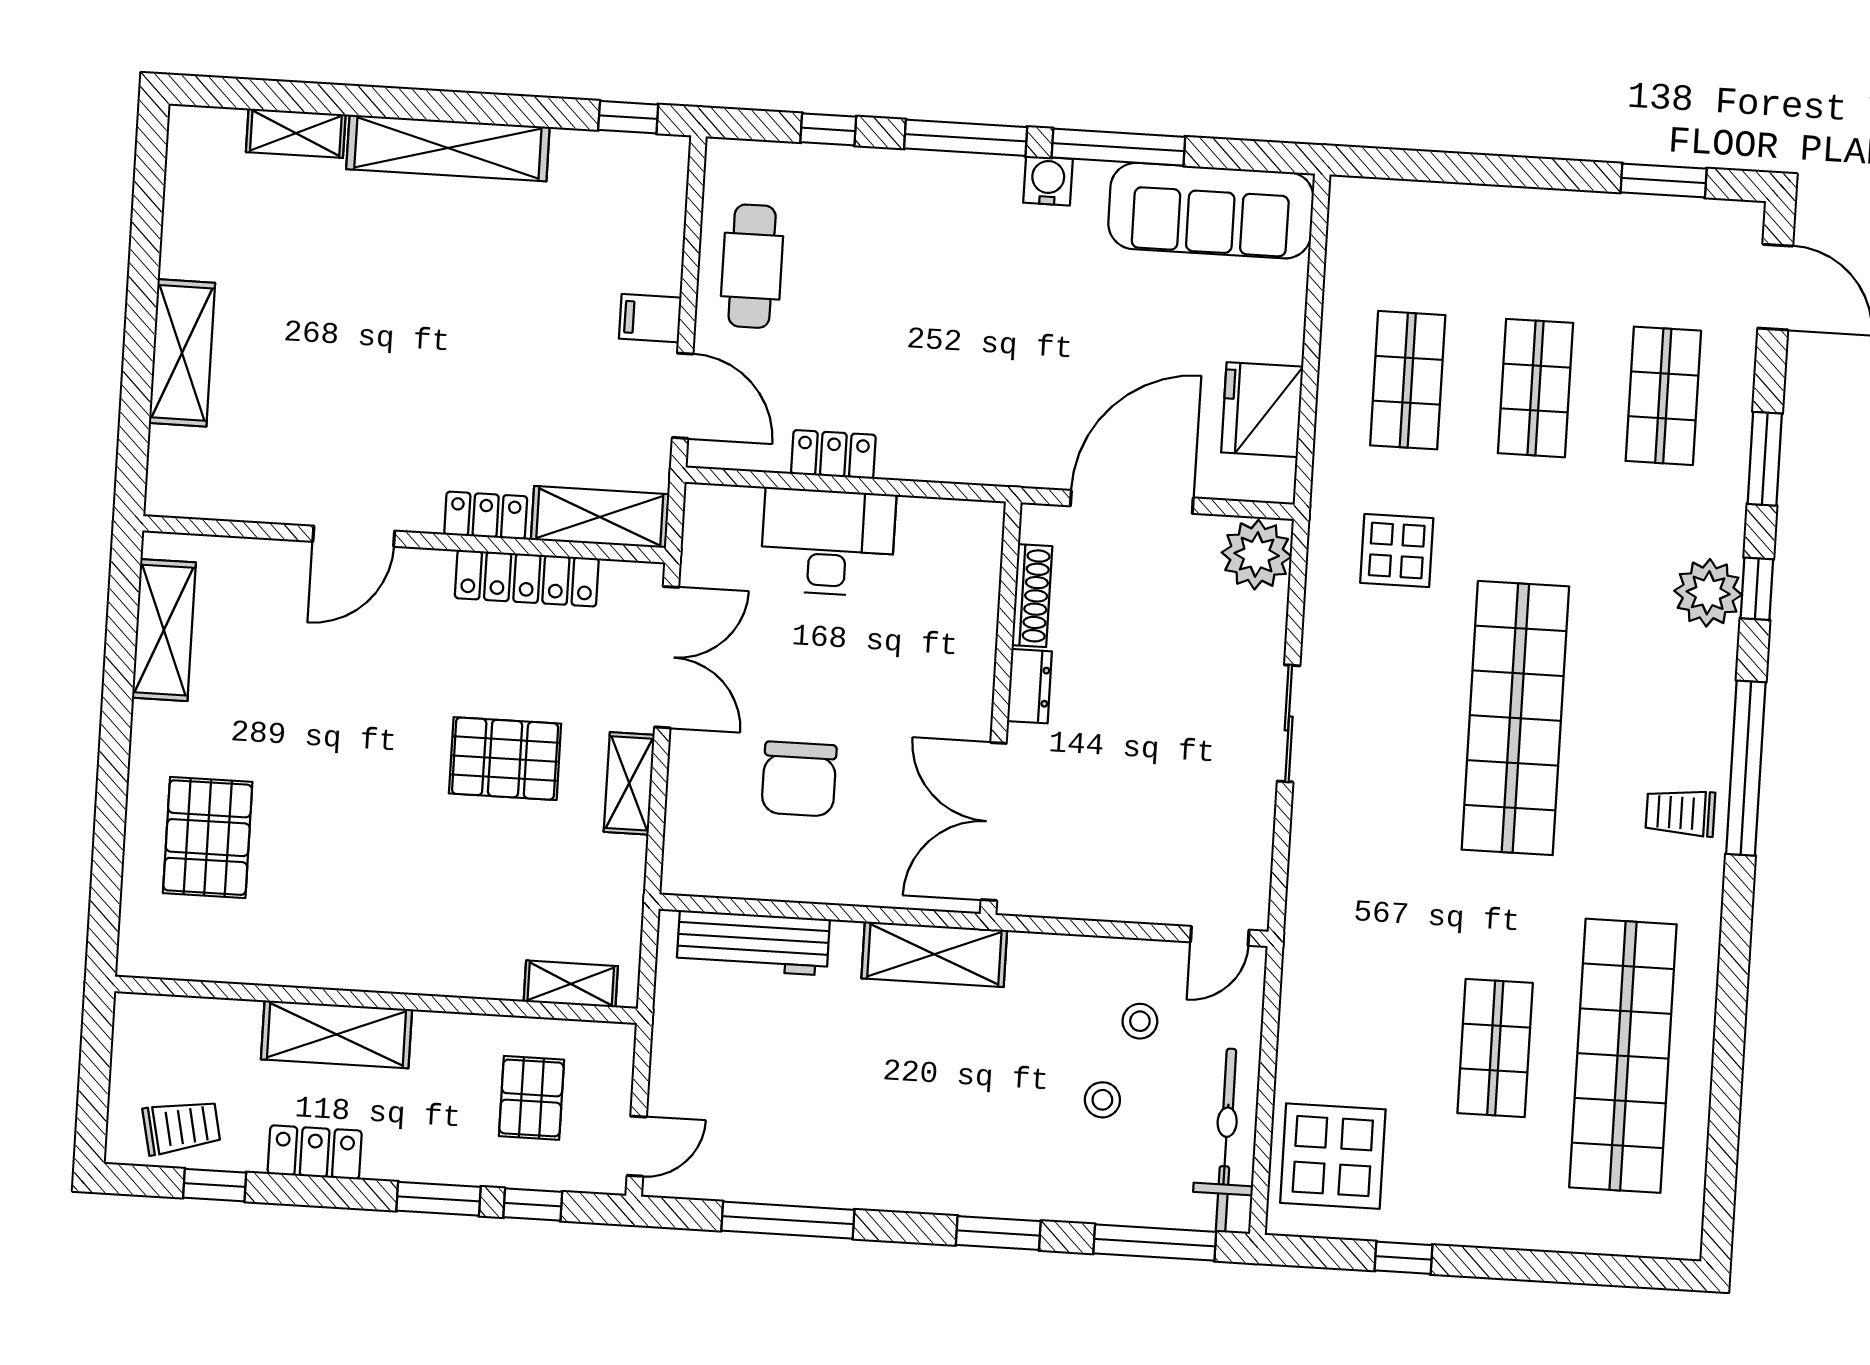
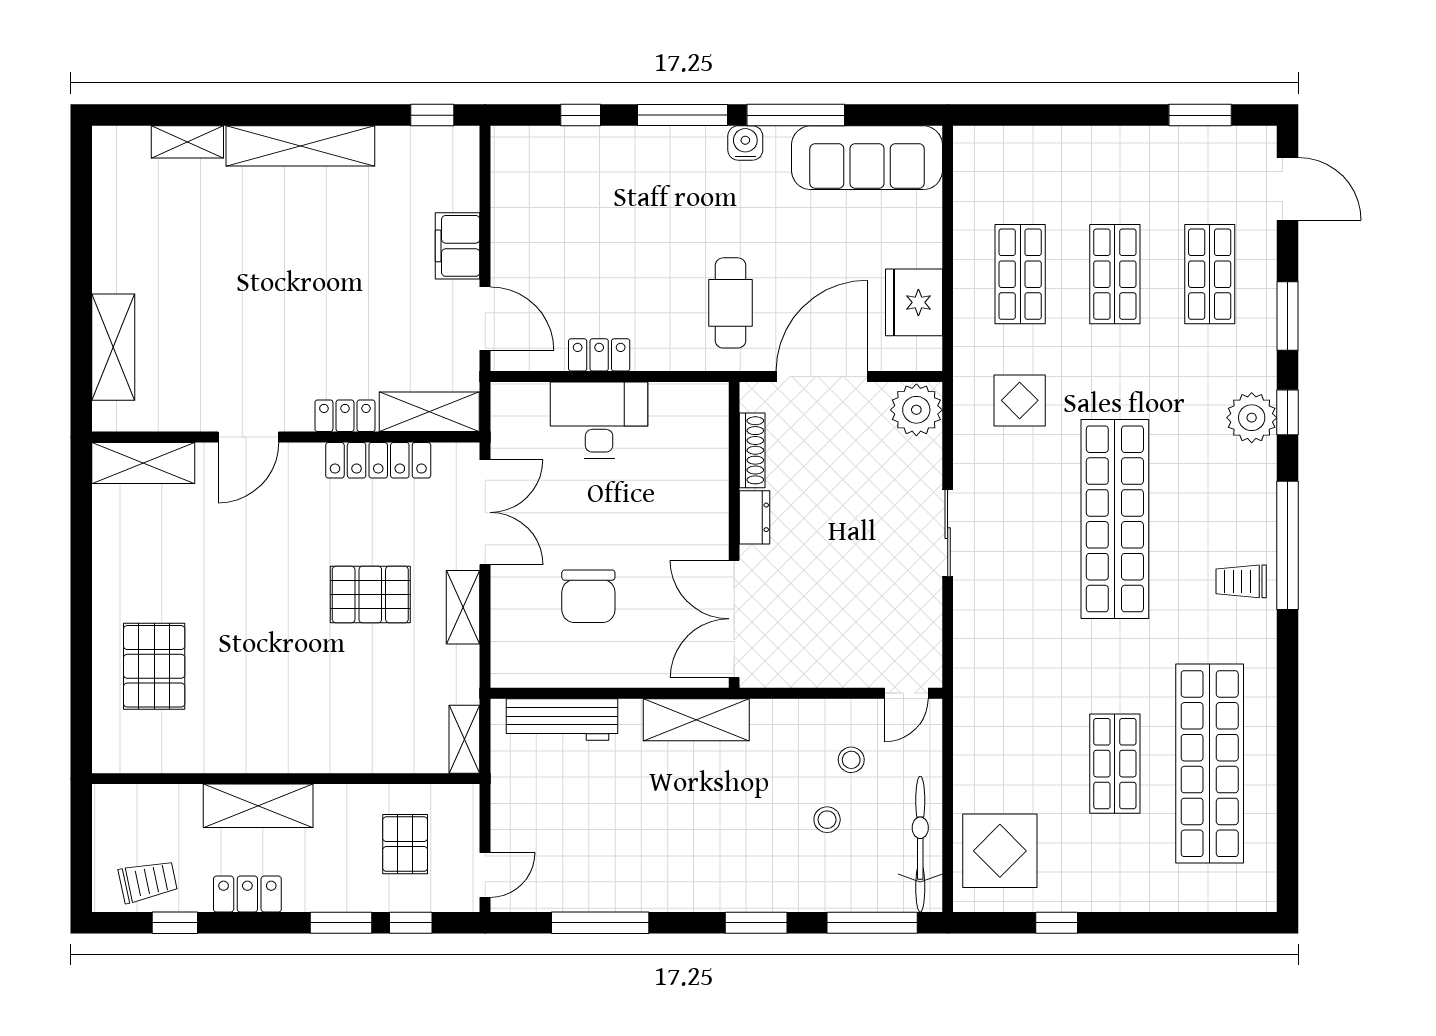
cafe table: (752, 266) -> (730, 303), moved
filing cabinet: (650, 318) -> (458, 246), width x2.00
shelving: (182, 353) -> (113, 347), moved
shelving: (164, 630) -> (143, 463), moved, turned 90
shelving: (571, 984) -> (464, 739), moved, turned 90

